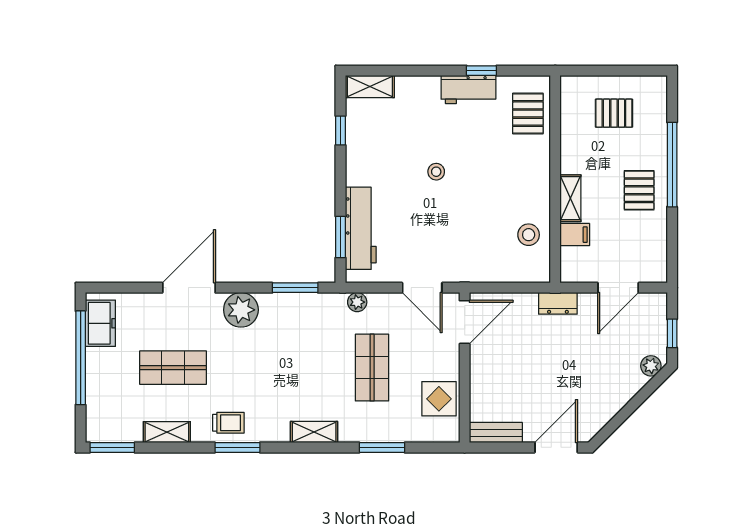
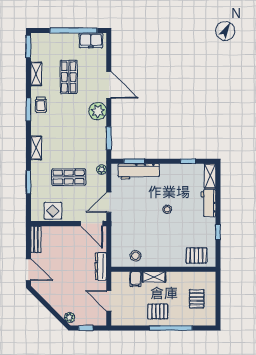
workbench: (468, 90) -> (209, 203), moved
dresser: (558, 303) -> (101, 266), width x1.44

